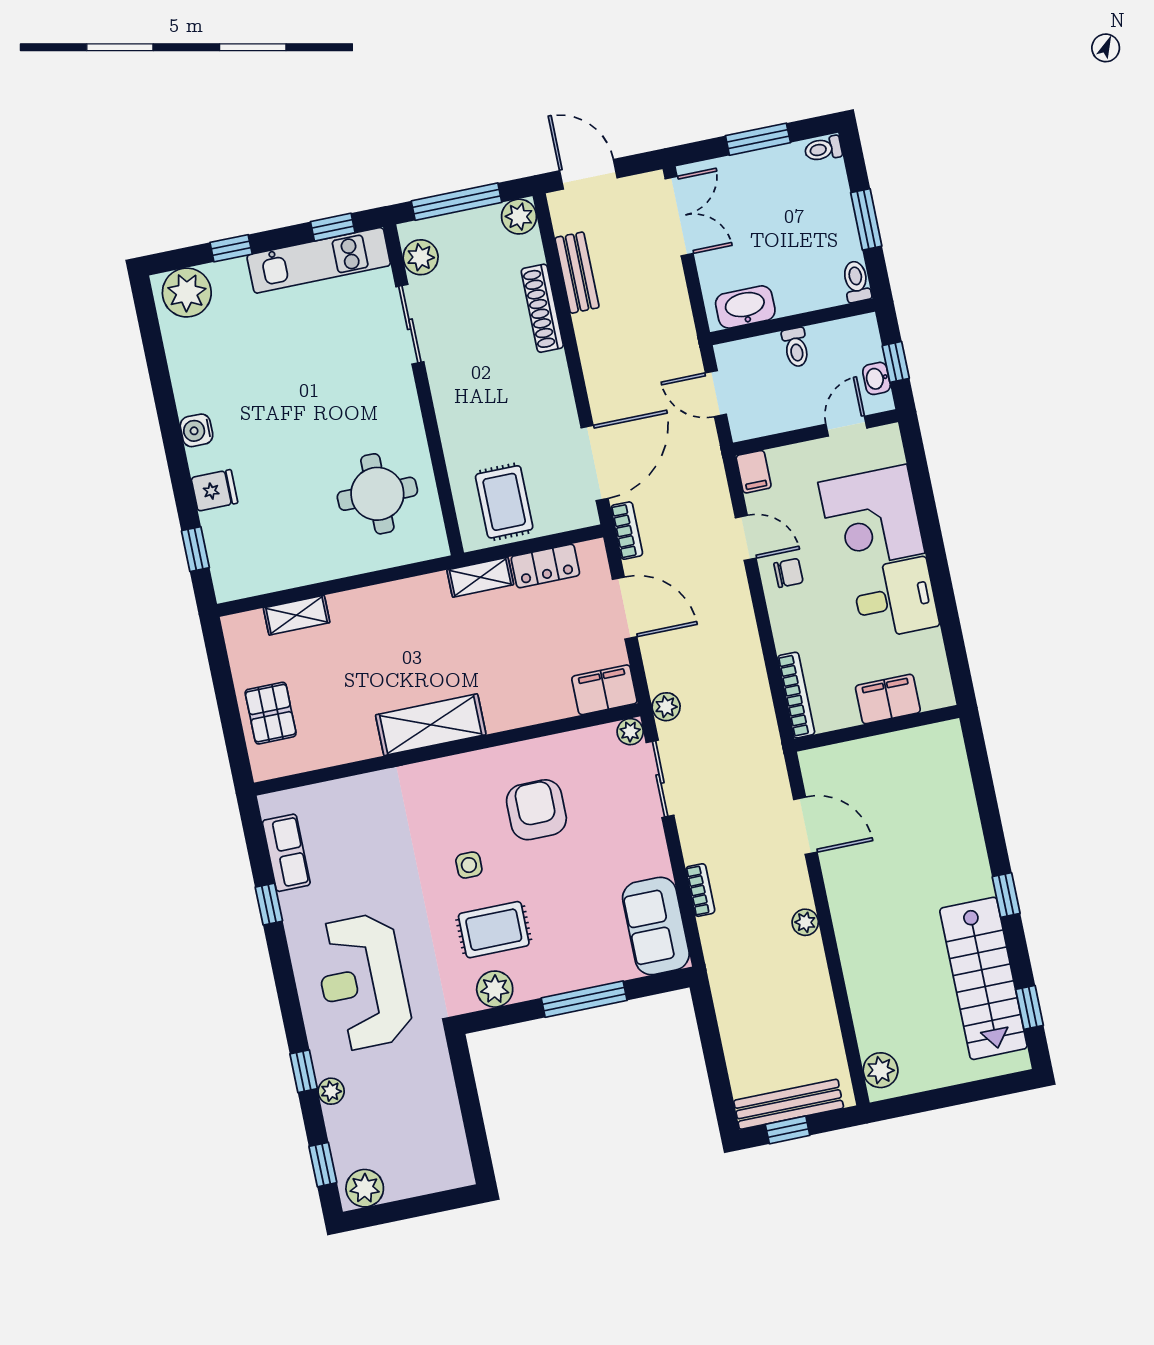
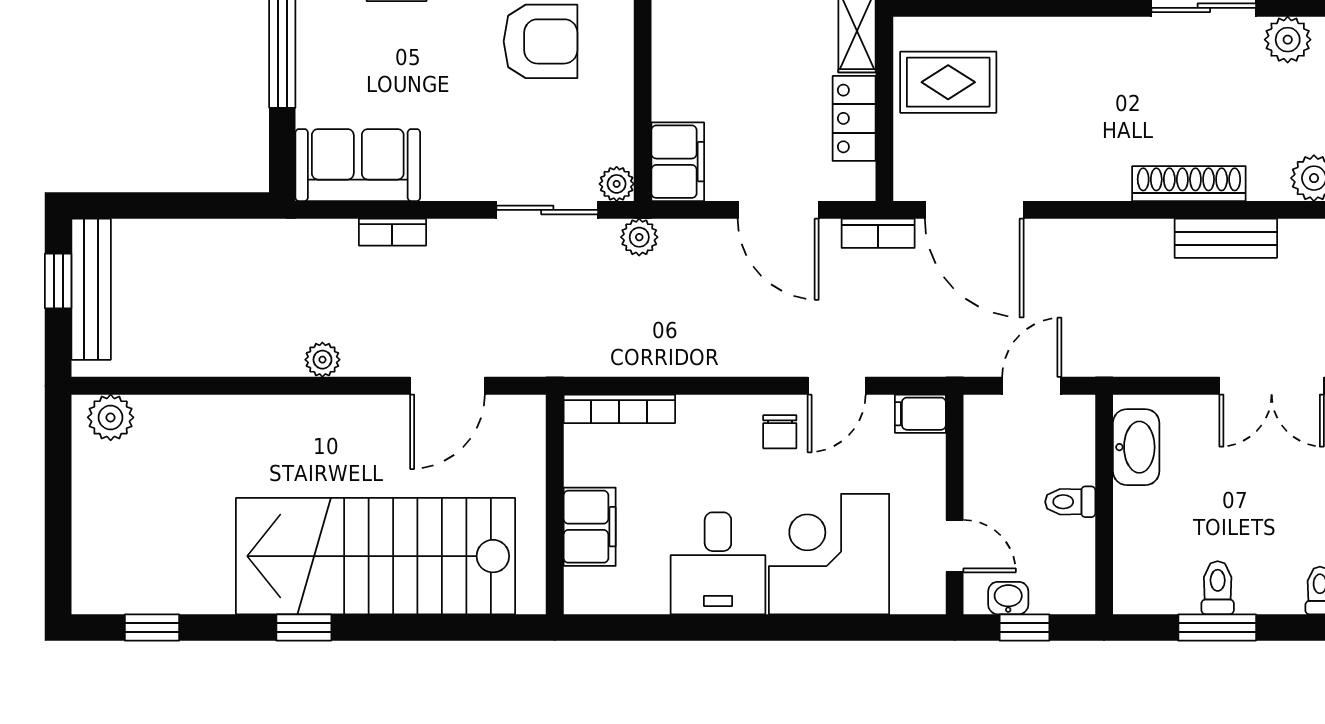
toilet: (856, 281) -> (1218, 588), moved, turned -90
door: (625, 608) -> (778, 210), hinge flipped
stairs: (983, 978) -> (376, 556), moved, width x1.36, depth x1.51

